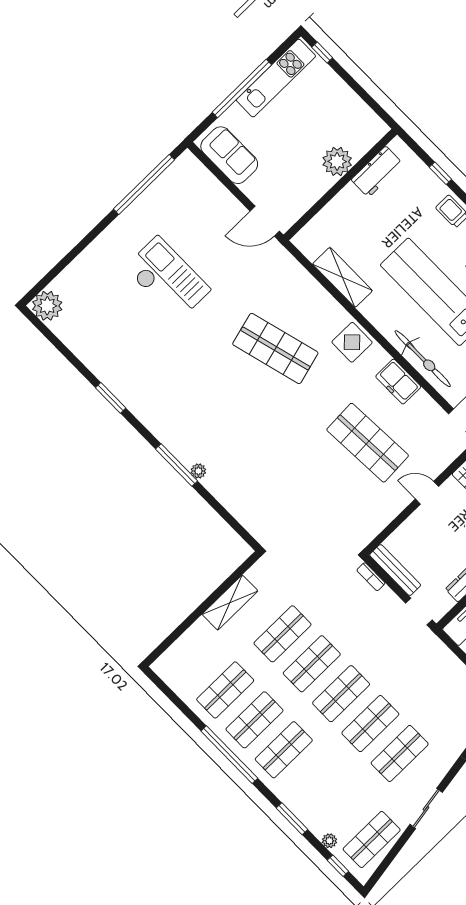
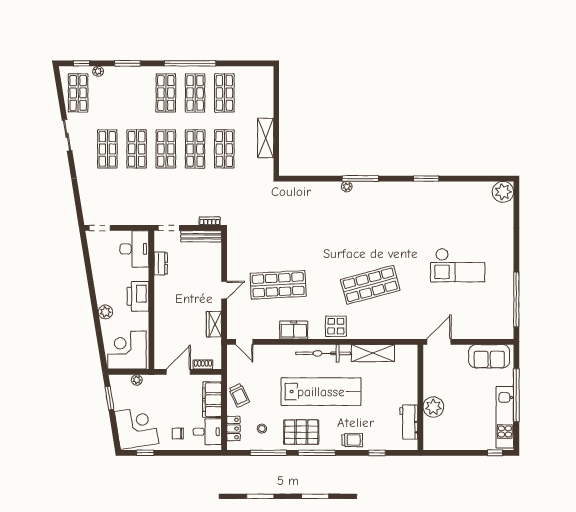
bicycle: (423, 359) -> (323, 353), moved

